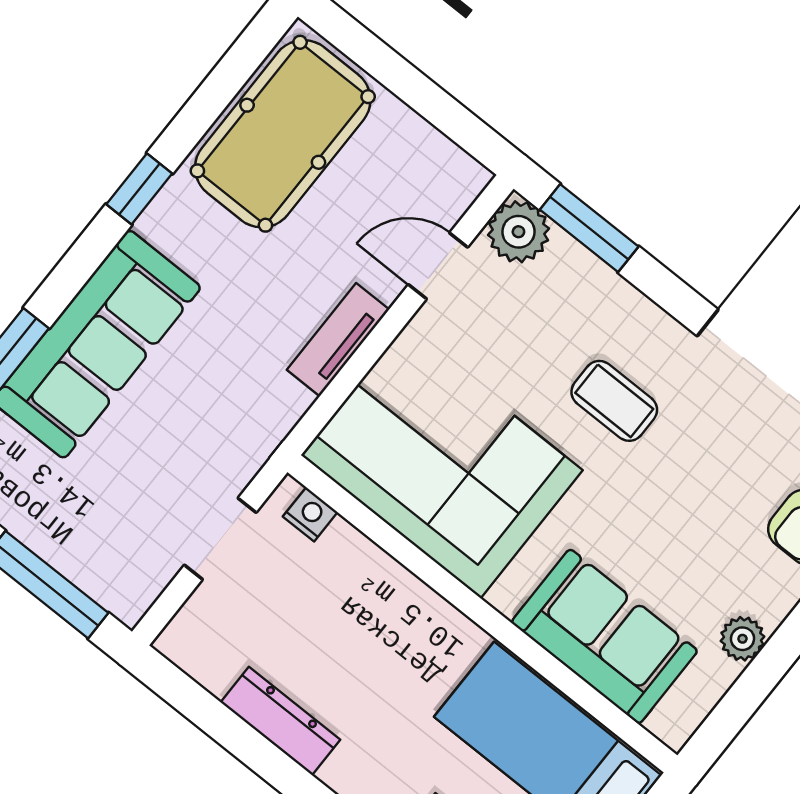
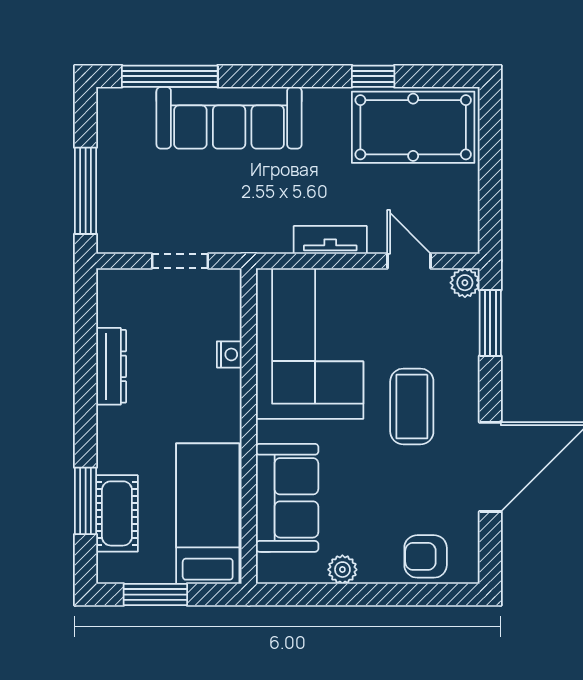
window: (139, 189) -> (373, 76), moved
plant: (518, 232) -> (465, 283), width x0.73, depth x0.73
coffee table: (614, 401) -> (412, 406), width x1.36, depth x1.30
nightstand: (310, 514) -> (229, 354), moved

